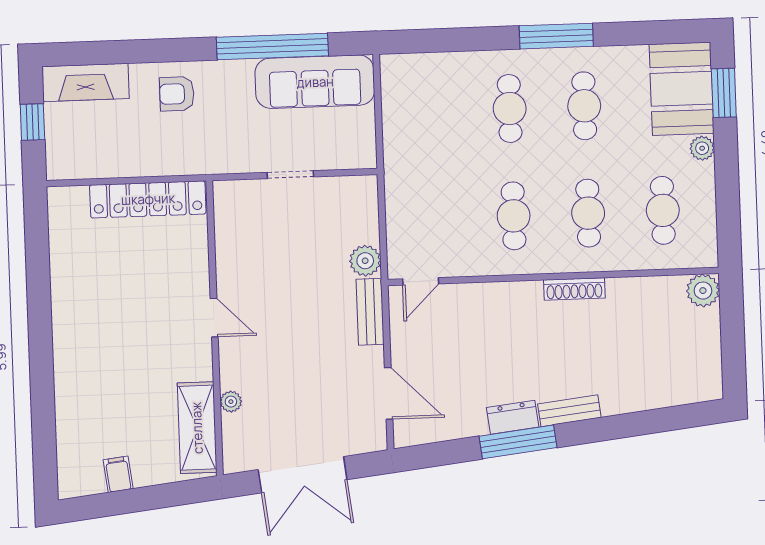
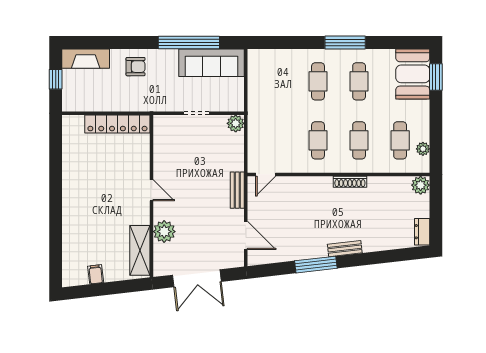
armchair: (177, 94) -> (136, 67), turned 180
plant: (702, 148) -> (423, 149), moved
plant: (365, 261) -> (236, 123), moved
plant: (231, 402) -> (164, 232), width x1.88, depth x1.88
dresser: (513, 417) -> (422, 232), moved, turned -83

